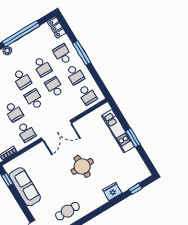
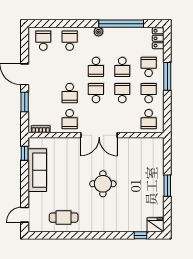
school desk: (75, 75) -> (149, 93), turned 180
kitchen unit: (118, 131) -> (157, 171), removed
fridge: (112, 191) -> (156, 225), moved

